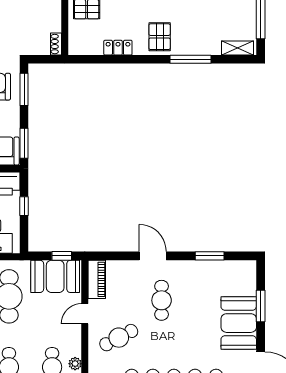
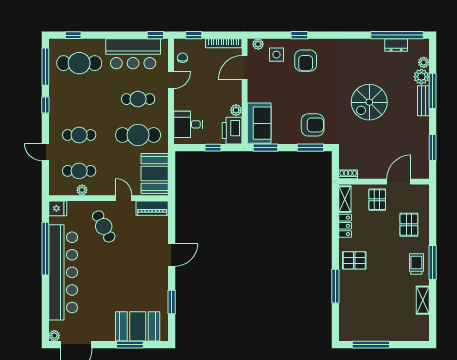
shelving: (238, 48) -> (345, 199), moved
window: (62, 256) -> (172, 179), removed
cafe table: (162, 300) -> (135, 262), removed
booth: (239, 323) -> (138, 326), moved

